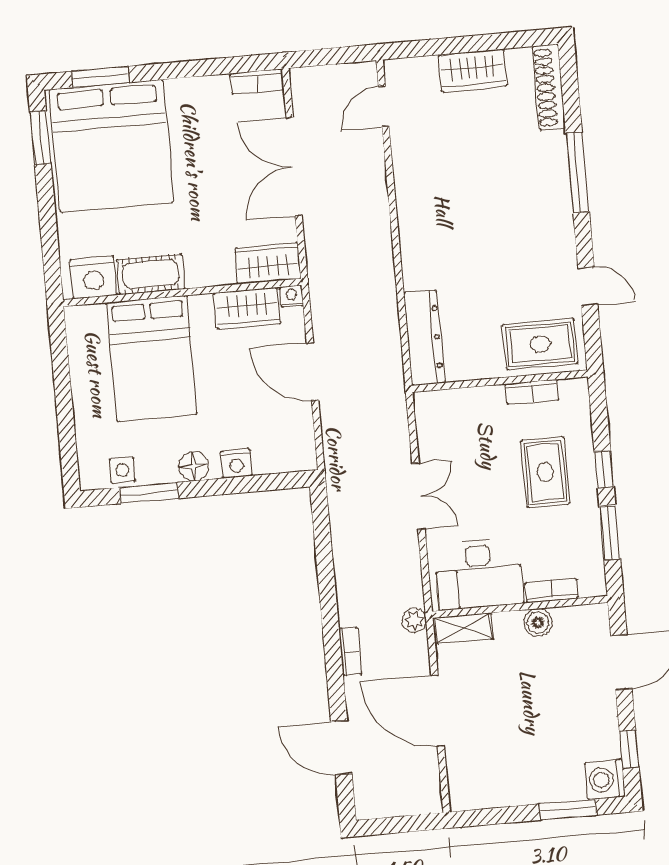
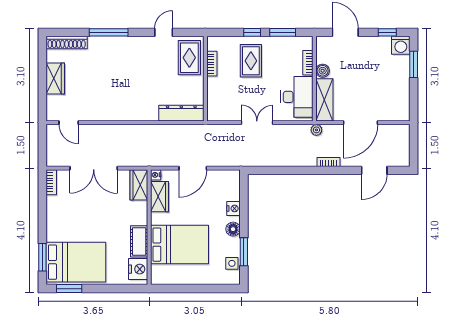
bed: (111, 146) -> (76, 262), width x0.73
rug: (545, 472) -> (251, 61), turned 90
shelving: (463, 628) -> (324, 100), width x1.50, depth x1.33

